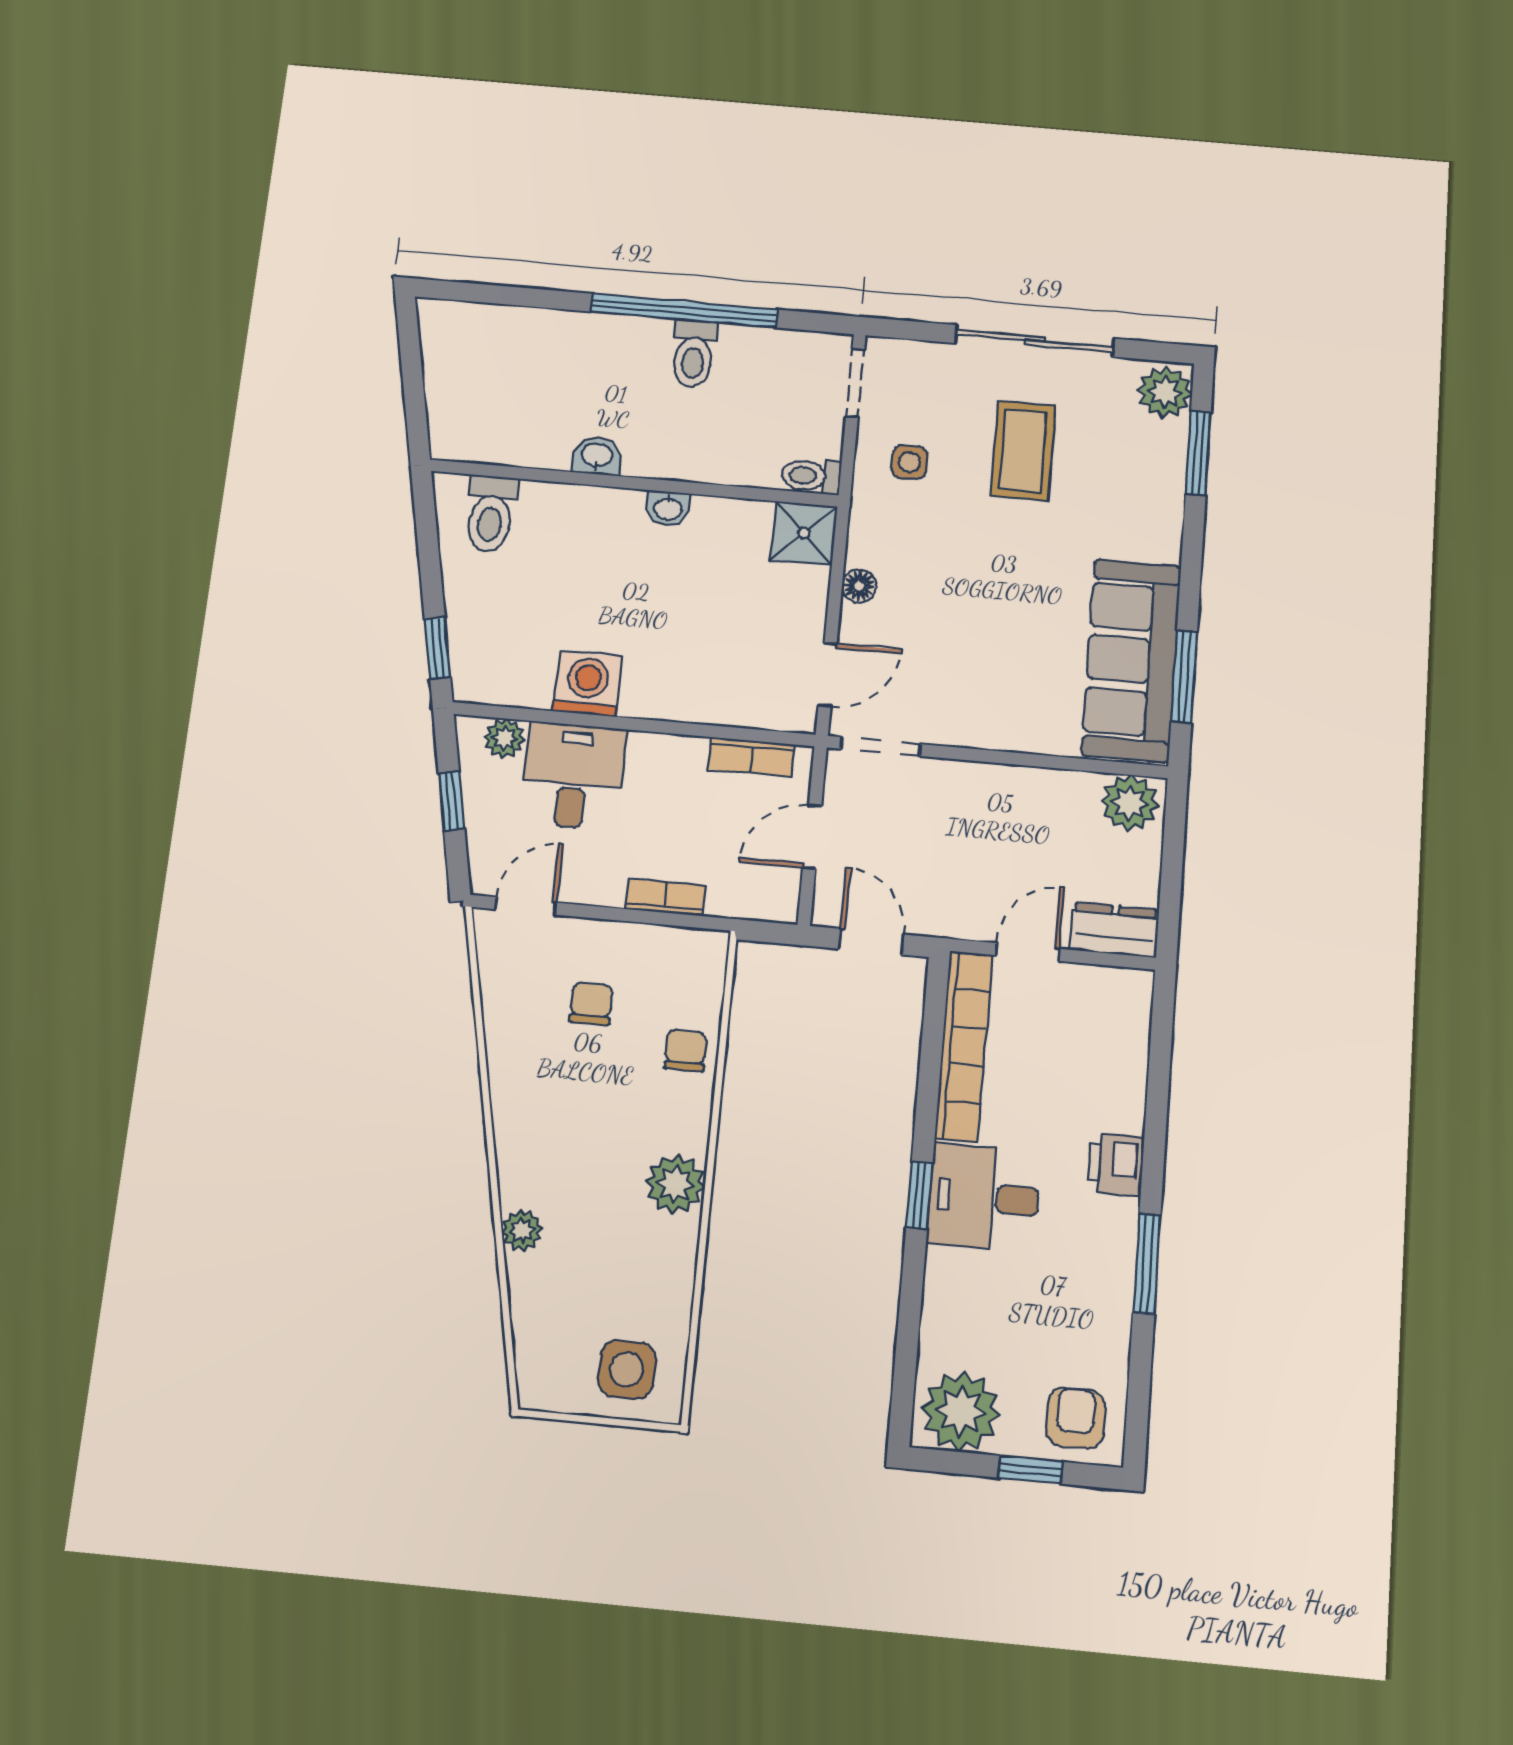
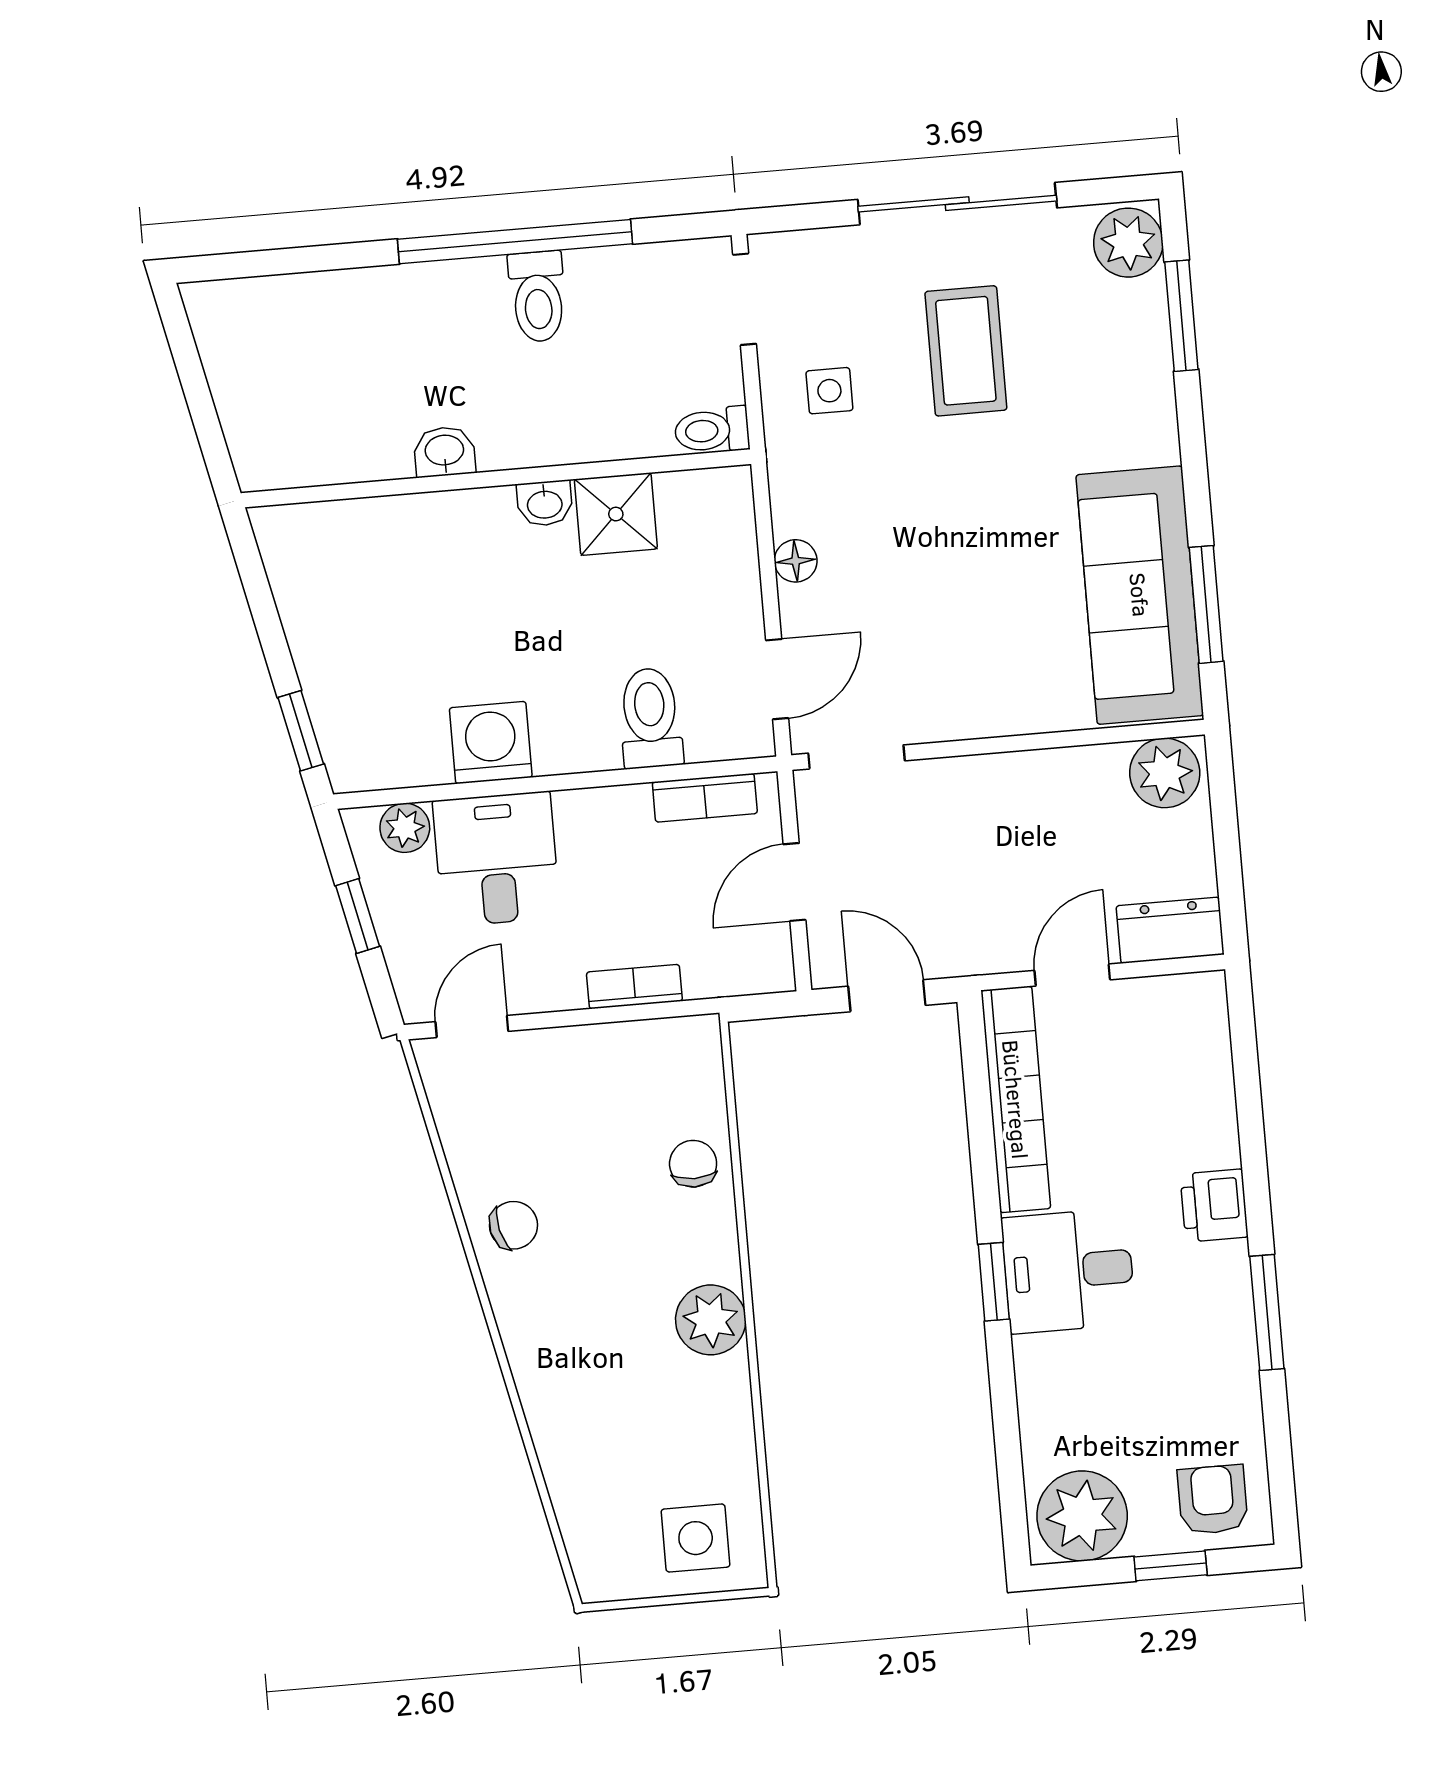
toilet: (491, 514) -> (650, 718), moved, turned 180
shower: (804, 533) -> (616, 514), moved
chair: (591, 1004) -> (514, 1225), moved, turned 76
plant: (522, 1230) -> (545, 1404), removed

